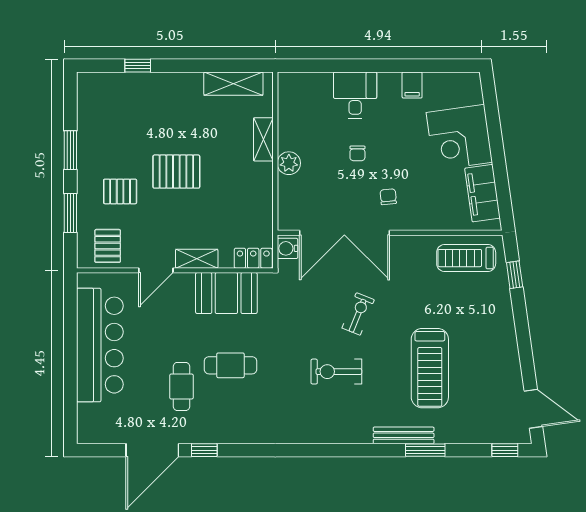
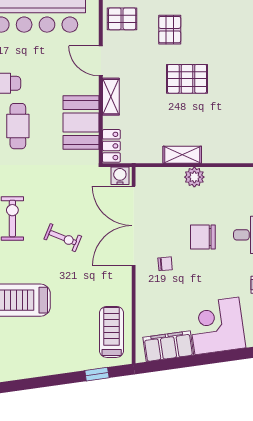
shelving: (263, 139) -> (182, 155), moved
chair: (357, 153) -> (203, 237), width x1.87, depth x1.87
pallet: (176, 172) -> (187, 79), turned 90

